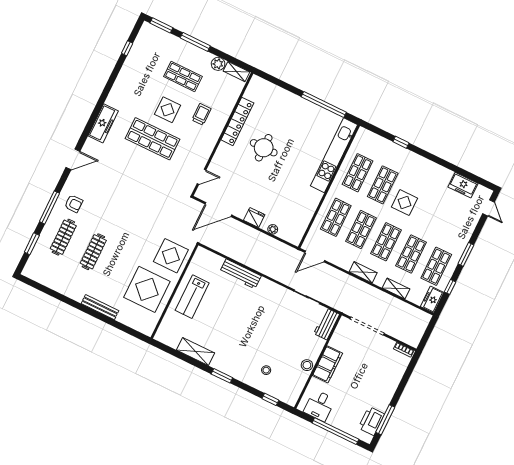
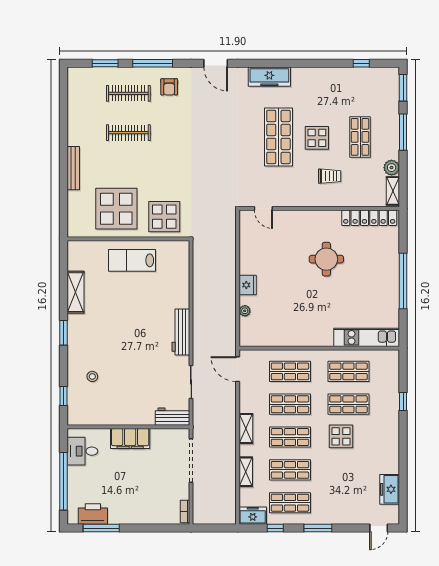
window: (324, 105) -> (403, 281), moved
locker: (237, 121) -> (369, 218), moved
kitchen unit: (334, 155) -> (367, 337), width x0.73
door: (218, 209) -> (238, 243), removed
workbench: (240, 274) -> (181, 332), moved
stool: (307, 365) -> (119, 417), removed

